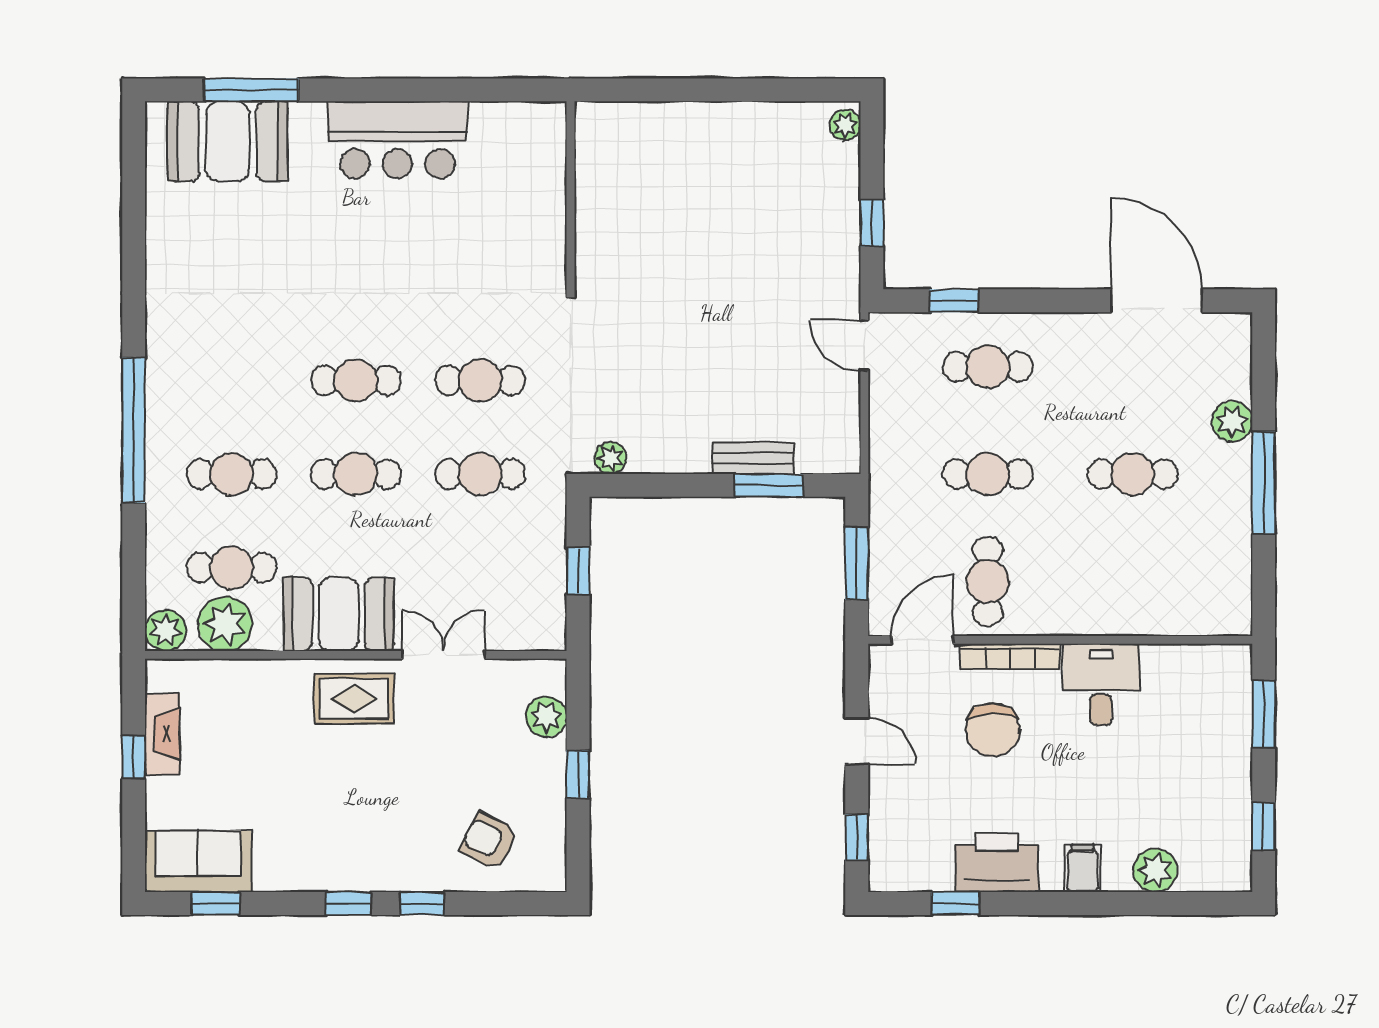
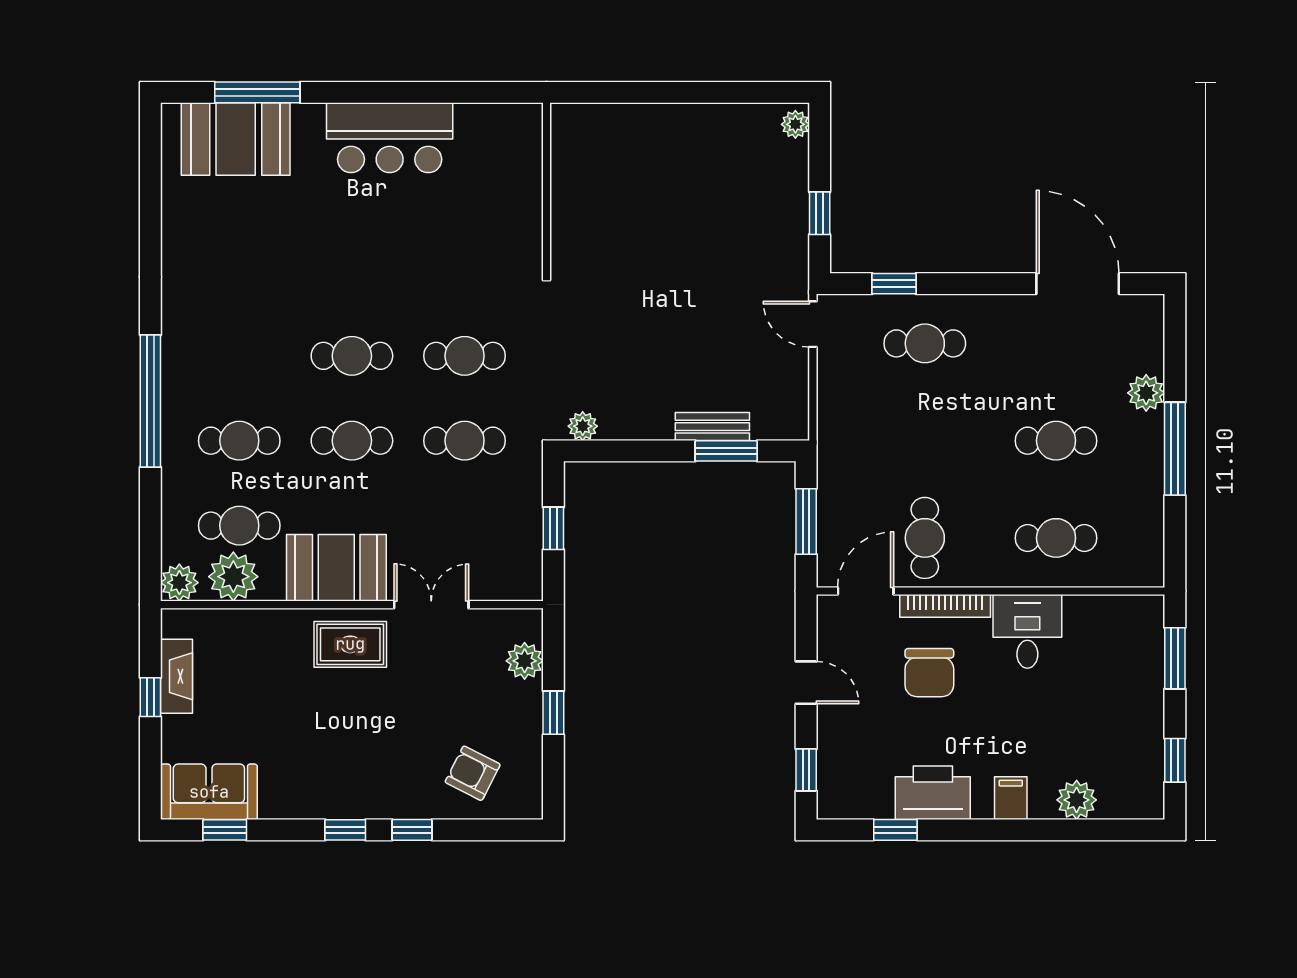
cafe table: (988, 474) -> (1056, 538), moved

